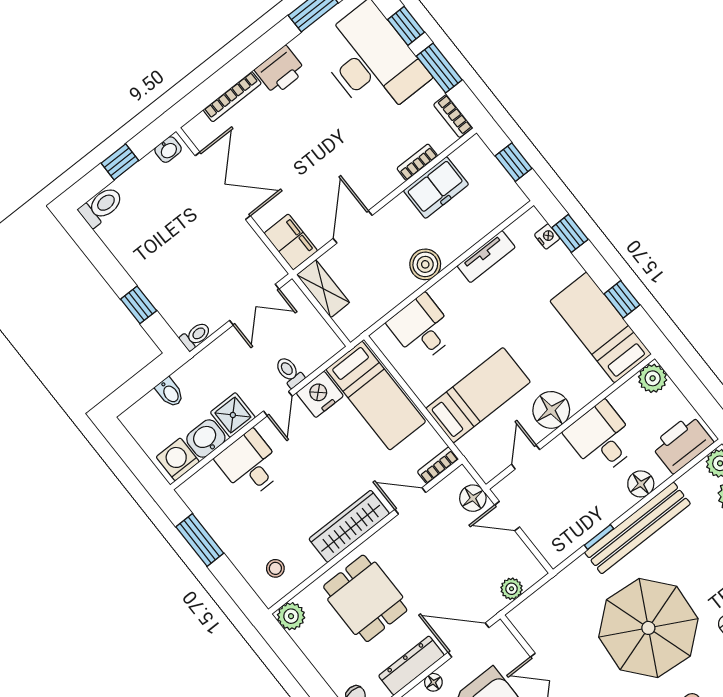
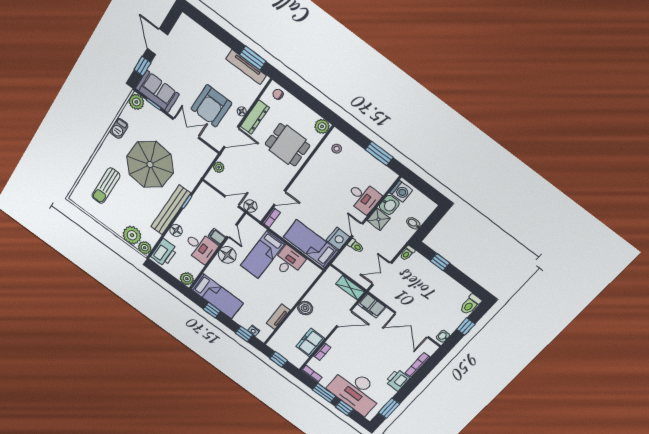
door: (353, 227) -> (344, 318), hinge flipped
desk: (422, 328) -> (289, 261), moved, turned -90
filing cabinet: (560, 452) -> (217, 237), added
wardrobe: (349, 526) -> (306, 179), removed

